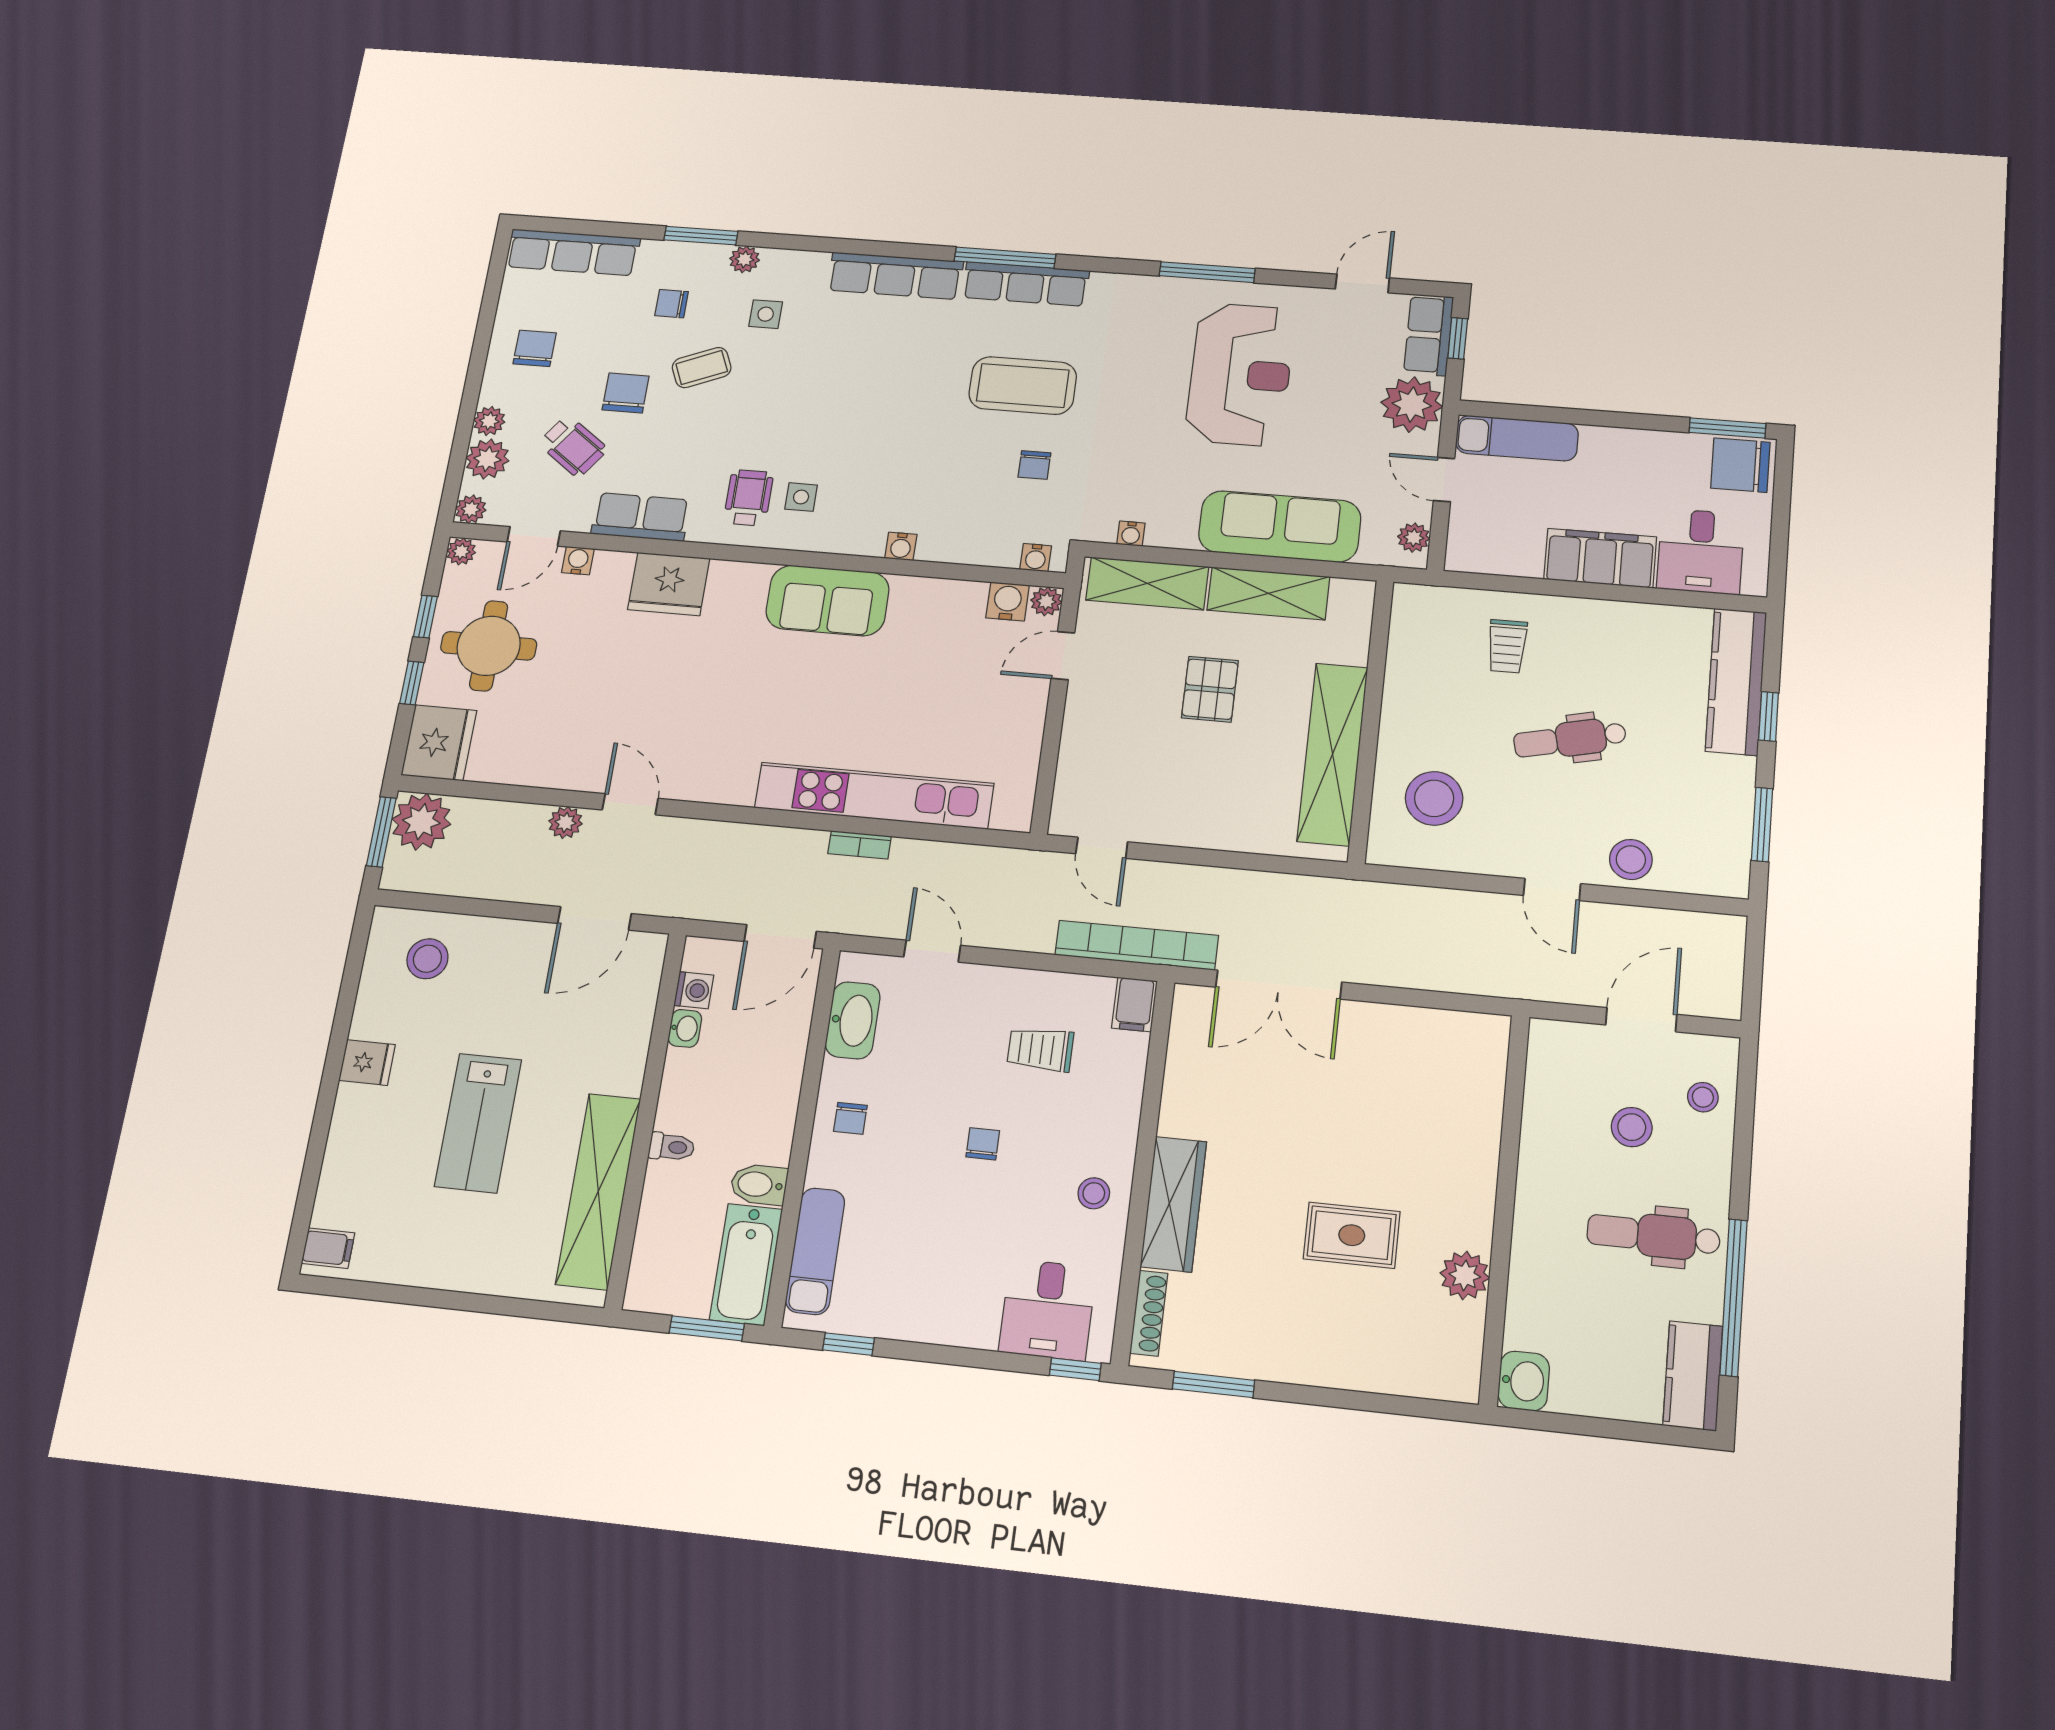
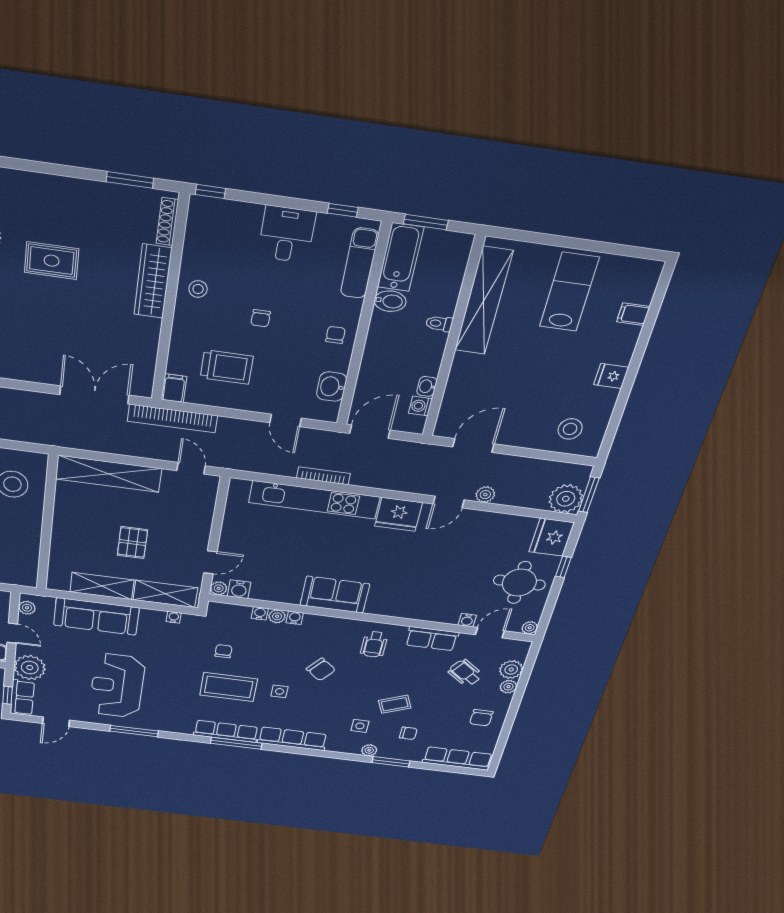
chair: (626, 393) -> (321, 669), moved, turned -51
side table: (801, 497) -> (279, 691), moved
plant: (471, 509) -> (277, 616), moved
water cooler: (1036, 558) -> (260, 613), moved
fridge: (669, 584) -> (399, 514), moved, turned 180
window: (425, 617) -> (552, 598), removed
shelving: (1333, 754) -> (109, 474), moved, turned 90
door: (630, 804) -> (449, 502), hinge flipped
bookcase: (860, 845) -> (323, 476), width x1.56
washbasin: (853, 1020) -> (332, 387), width x0.72
trolley: (1040, 1049) -> (227, 367), width x1.36, depth x1.39
lab bench: (478, 1123) -> (569, 292), moved
filing cabinet: (328, 1248) -> (633, 314), moved
desk: (1047, 1310) -> (287, 234), moved

